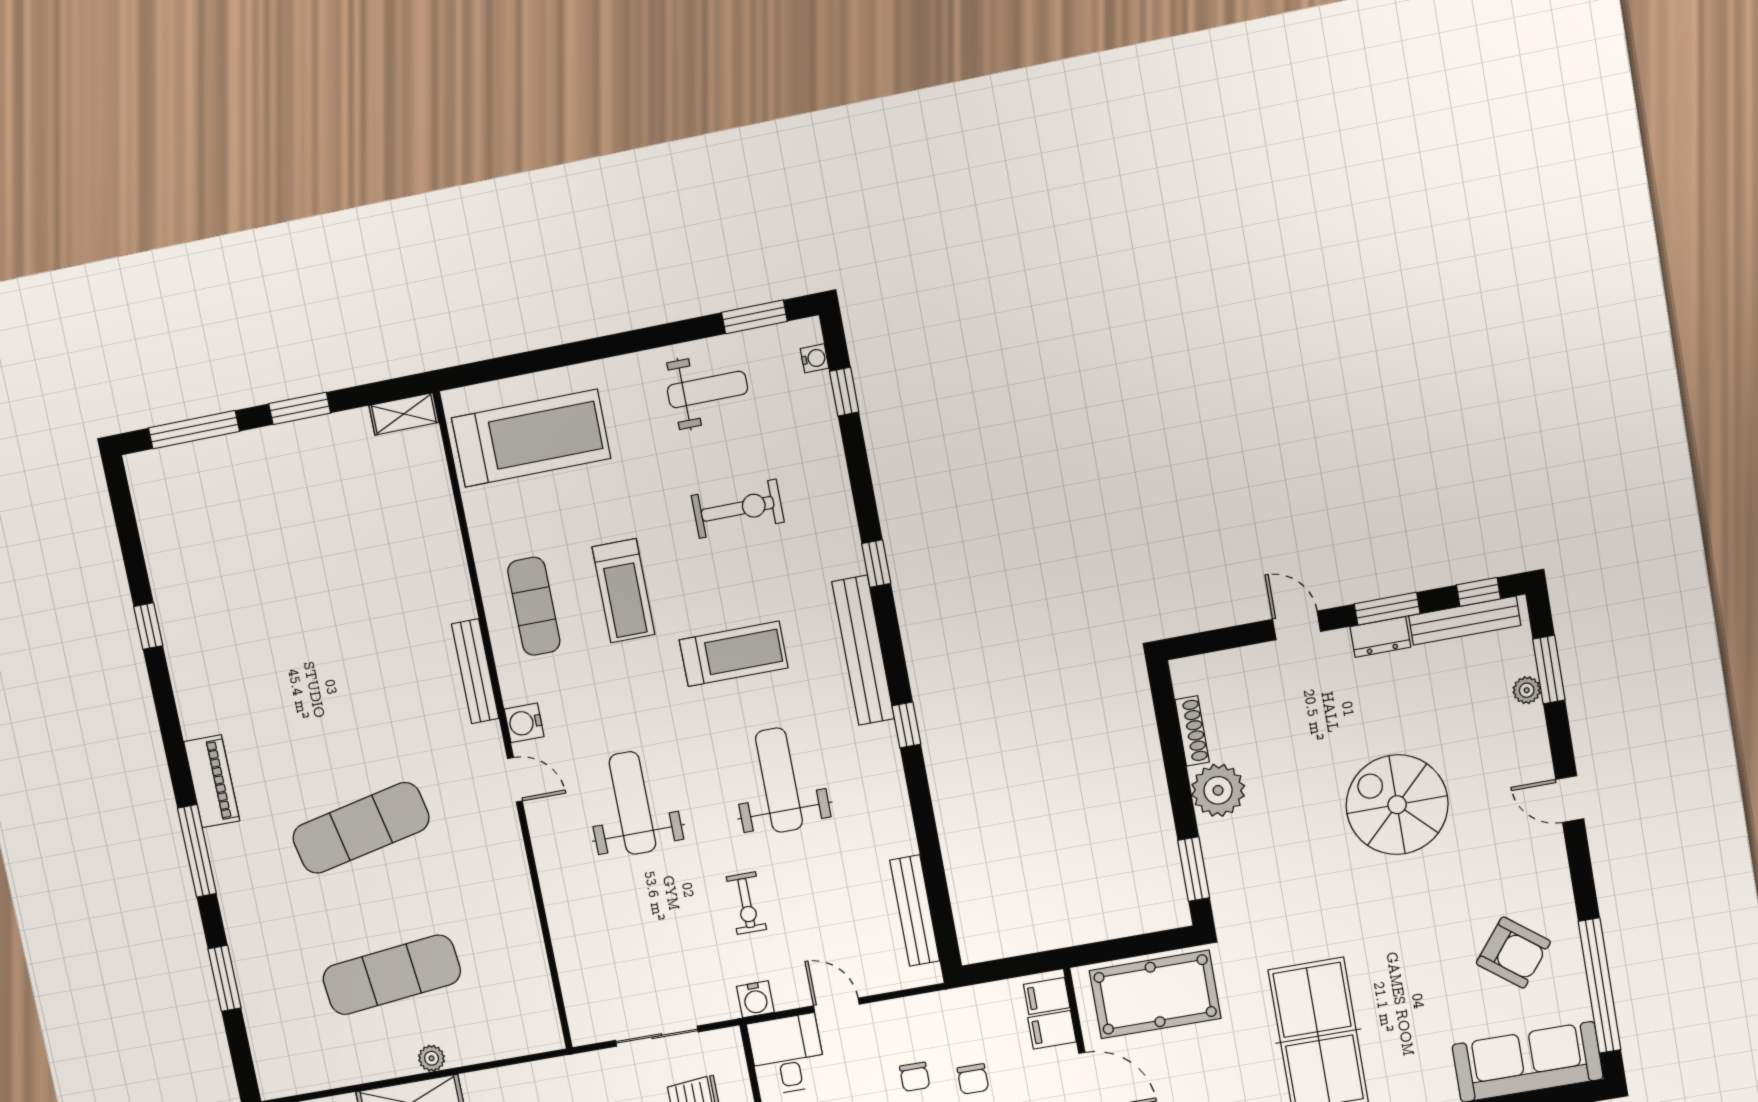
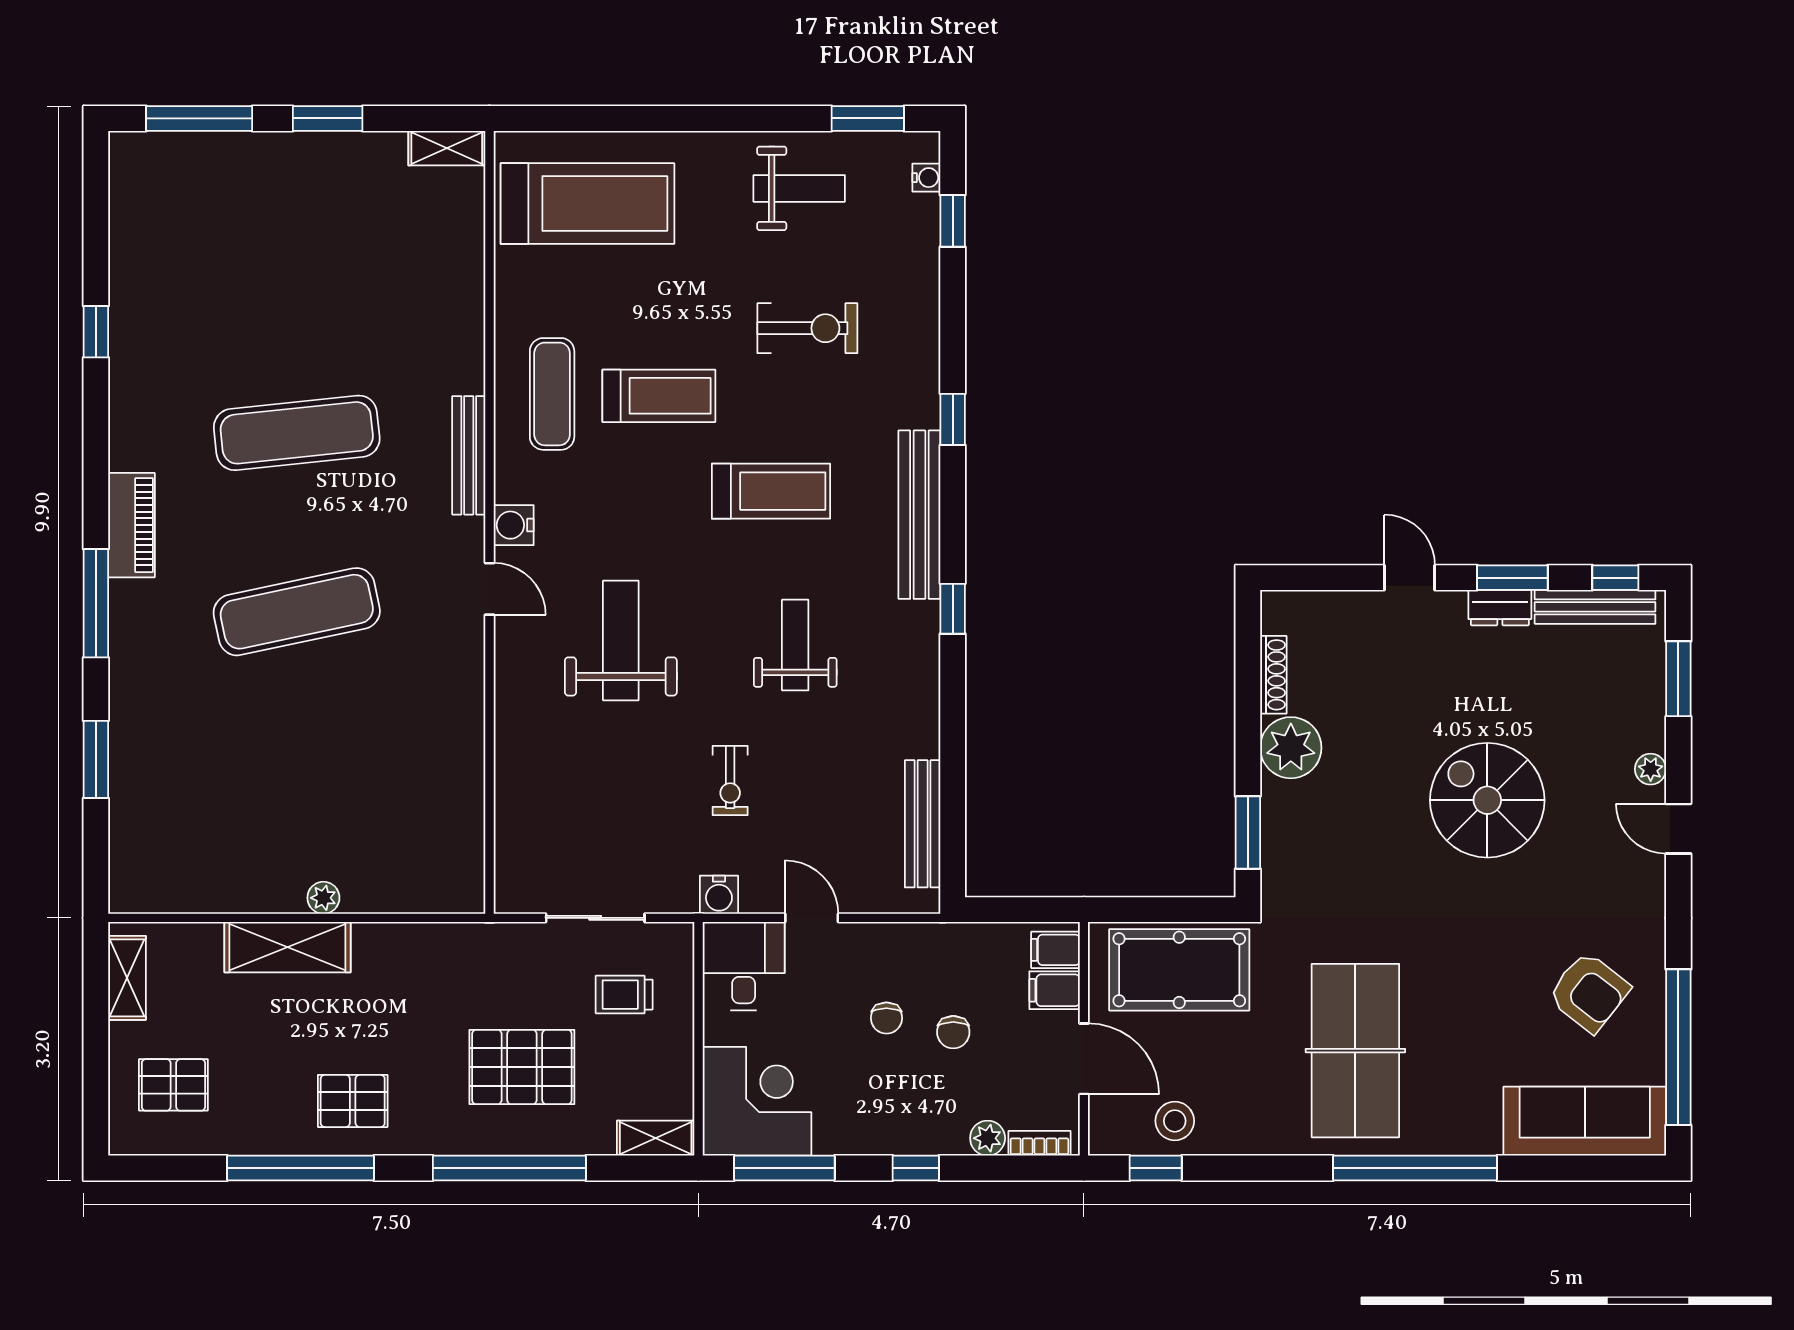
treadmill: (623, 591) -> (659, 396), turned -90
plant: (1527, 690) -> (1651, 769), moved
weight bench: (779, 780) -> (795, 645), width x0.73, depth x0.75
exercise mat: (392, 975) -> (297, 433), moved

